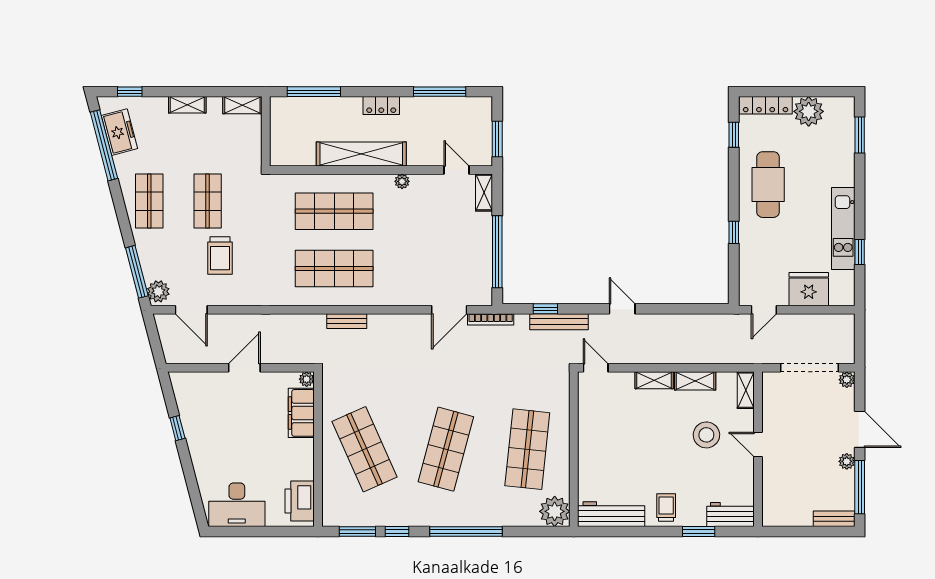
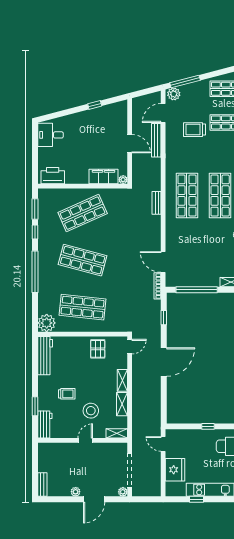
door: (622, 309) -> (164, 362), width x1.88
bench: (559, 322) -> (156, 140), moved
pallet: (600, 423) -> (98, 349), added
window: (860, 487) -> (61, 499), removed
desk: (237, 505) -> (50, 135), width x0.73
trolley: (666, 508) -> (67, 394), moved

